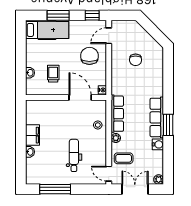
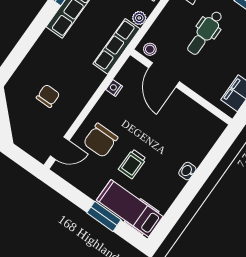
window: (92, 15) -> (63, 187), removed
trolley: (53, 74) -> (132, 164), moved
wall: (66, 98) -> (181, 87), moved
door: (80, 98) -> (164, 75), moved

